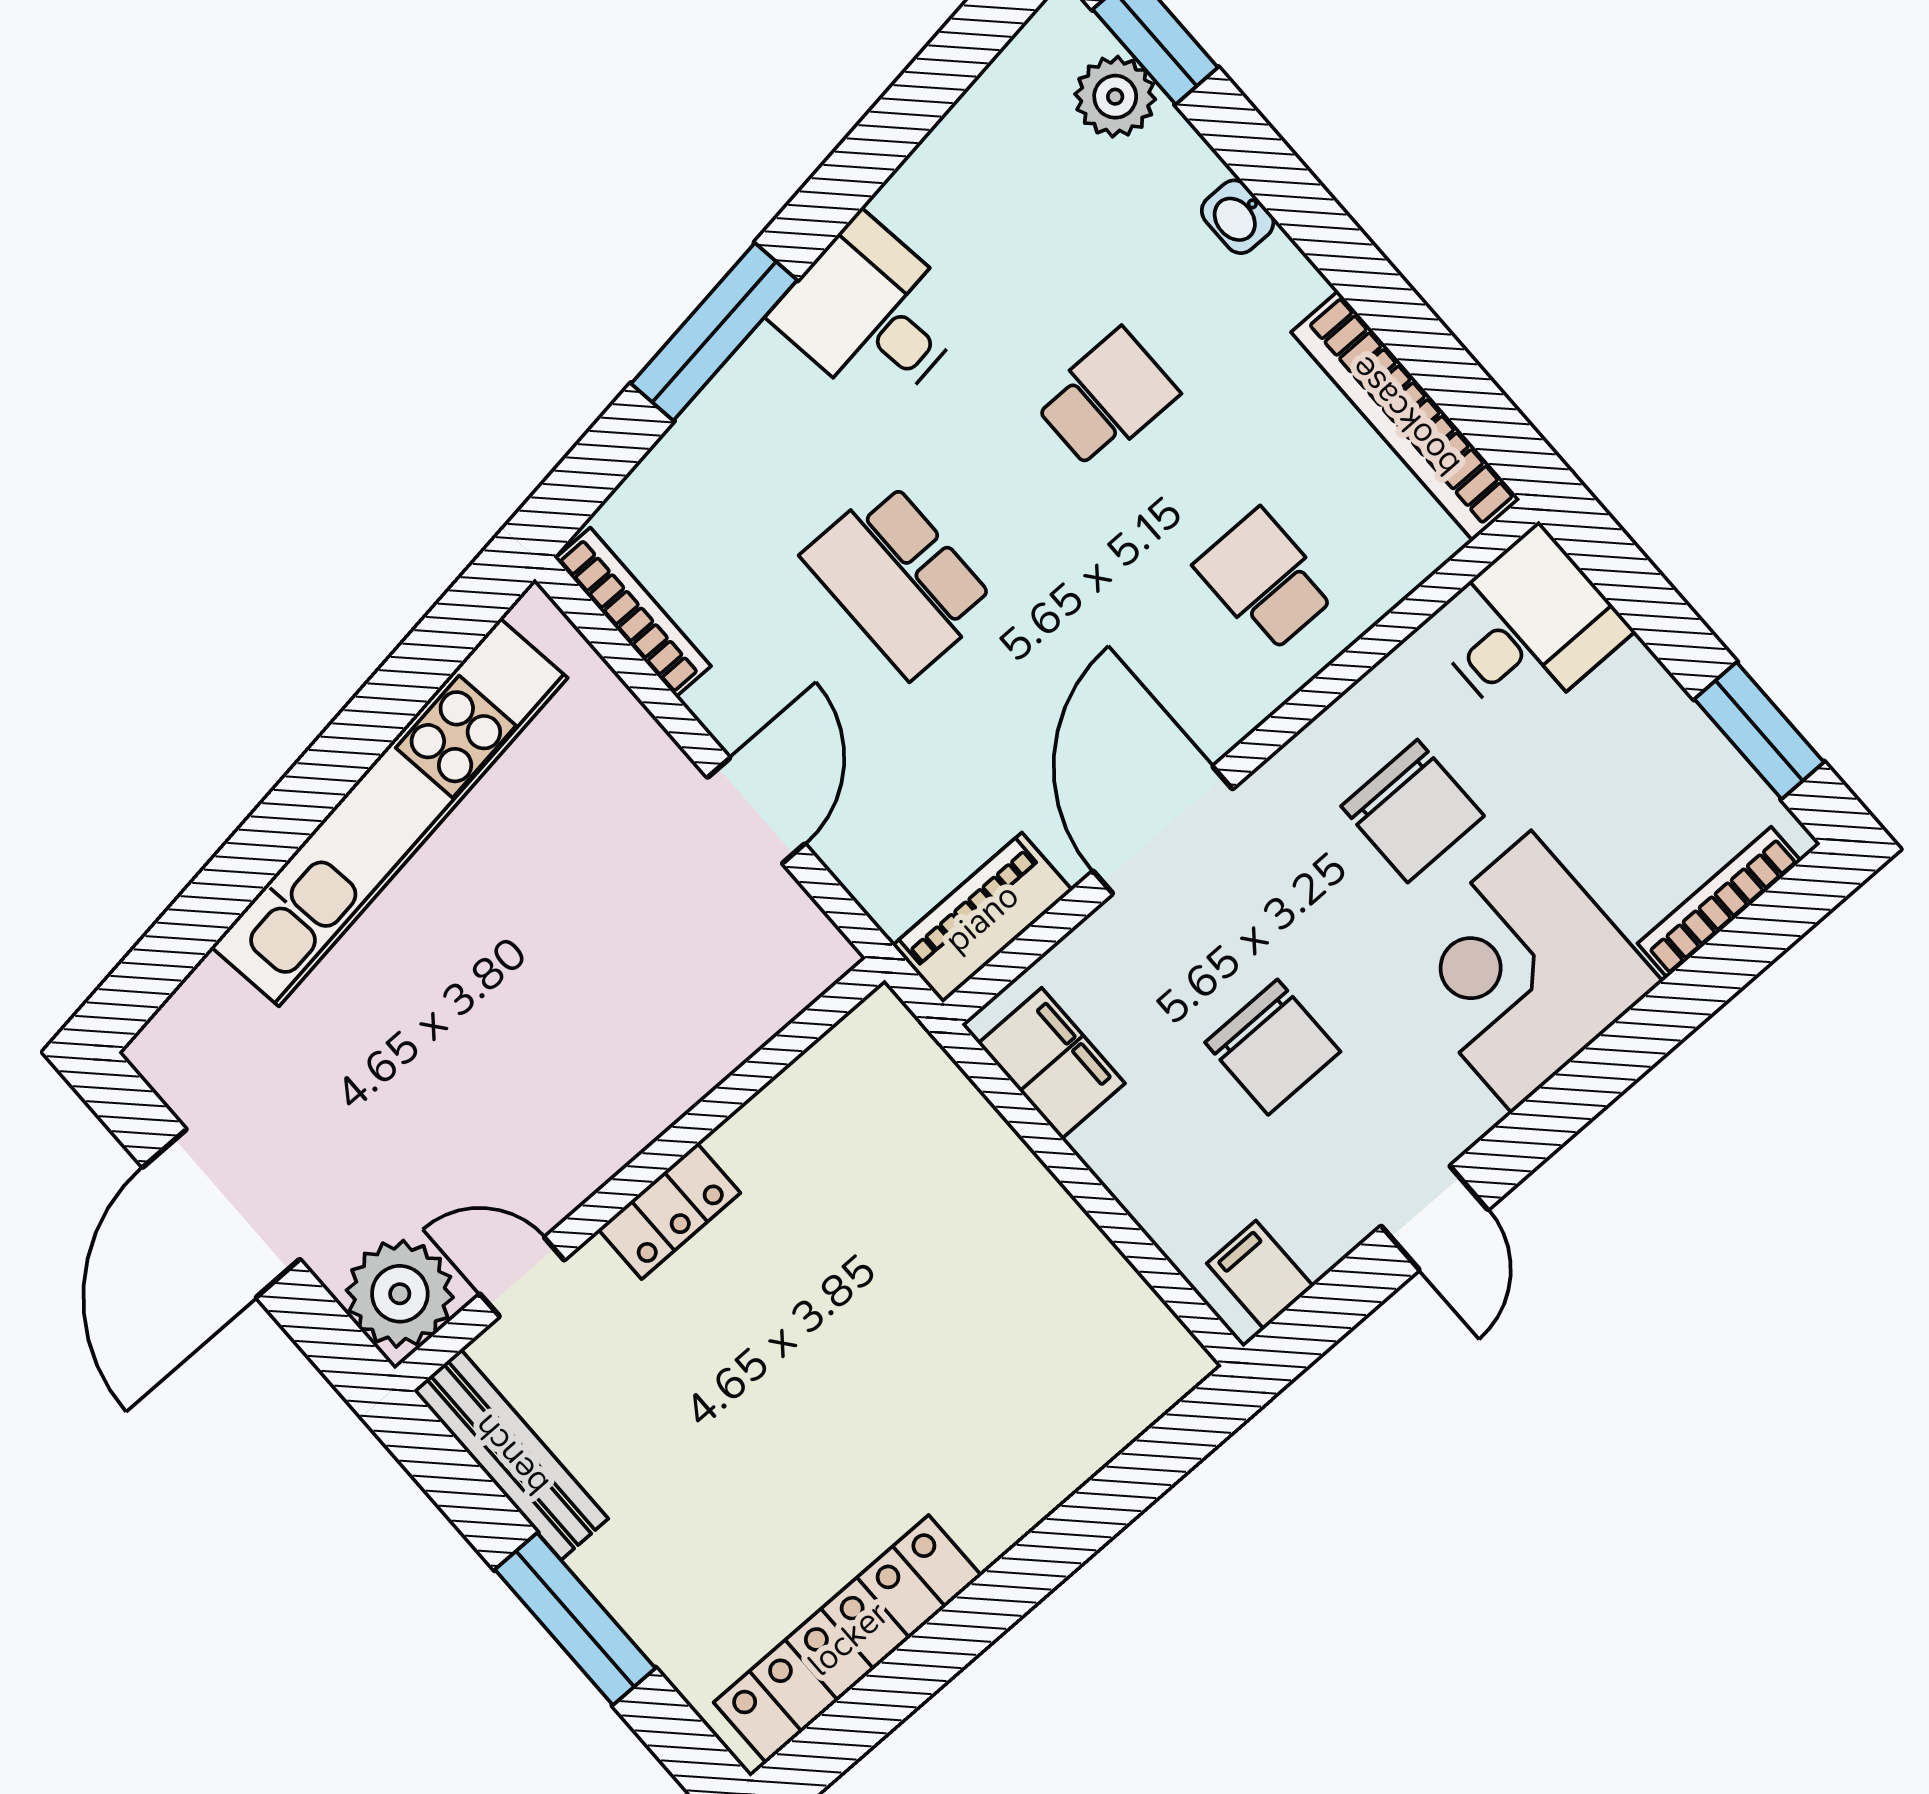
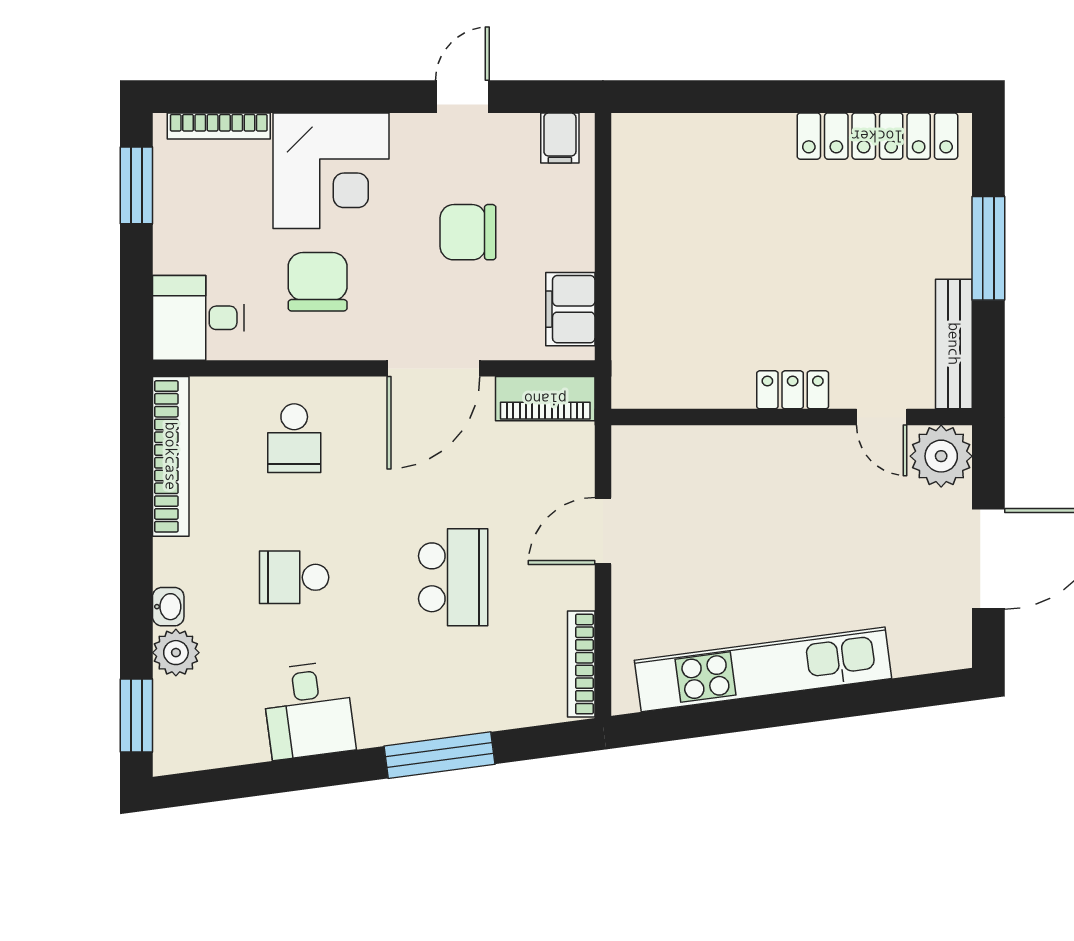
plant: (1115, 97) -> (176, 653), moved
desk: (872, 315) -> (309, 710), moved
chair: (1273, 1047) -> (468, 232), turned -90

